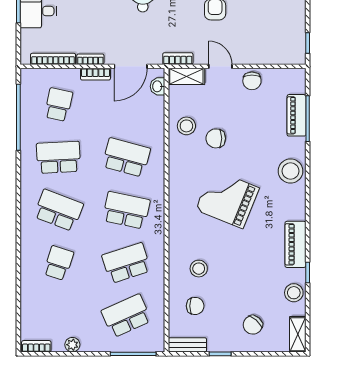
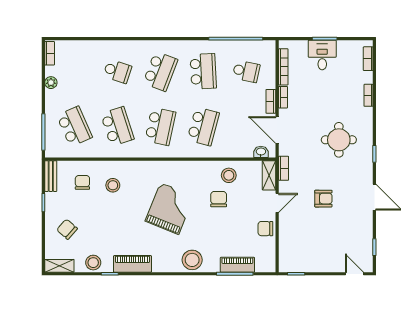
chair: (195, 306) -> (82, 182), turned 180

